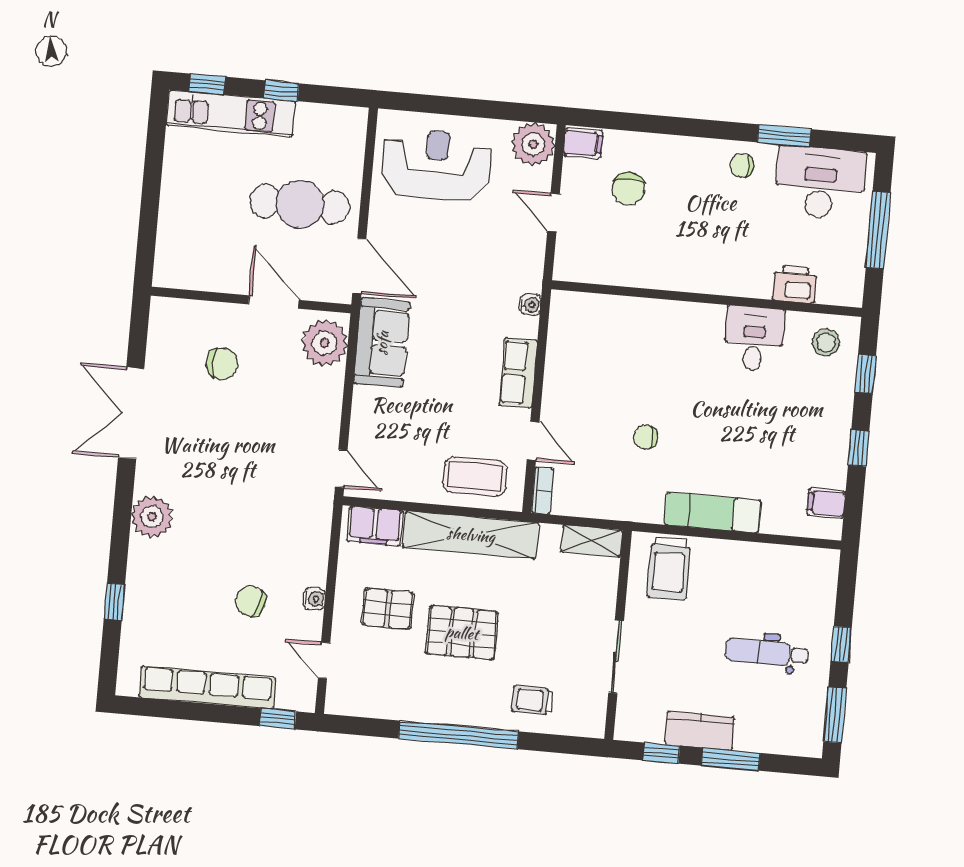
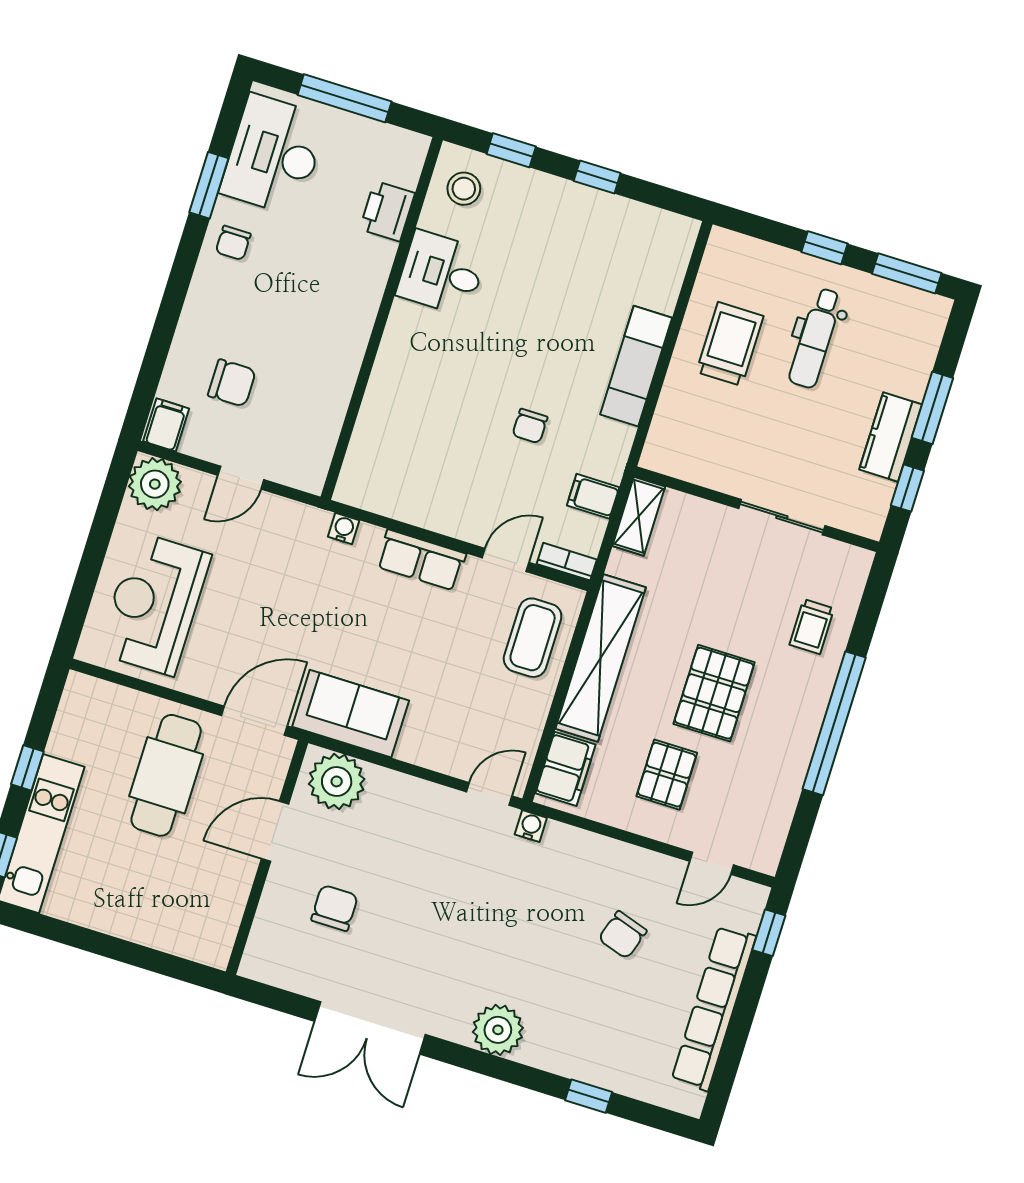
filing cabinet: (826, 503) -> (593, 496), moved, turned 90
trolley: (669, 568) -> (730, 344), moved, turned -90
water cooler: (314, 599) -> (531, 826), moved

